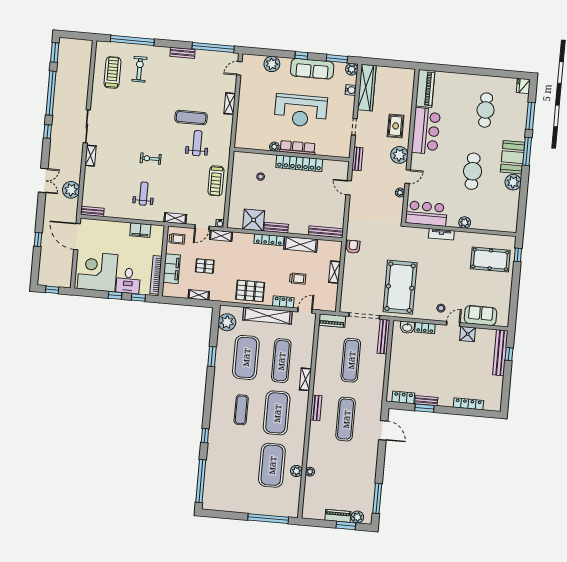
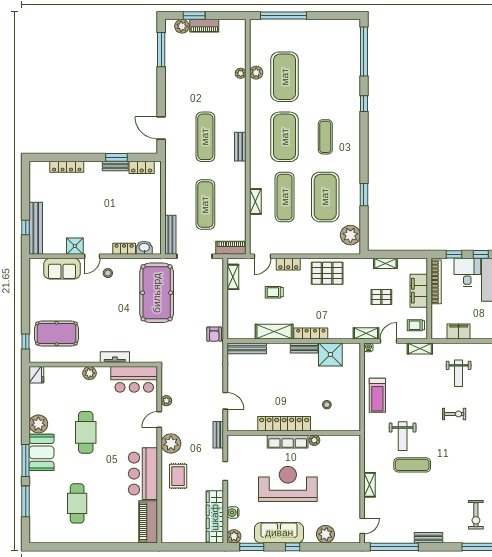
fridge: (523, 86) -> (36, 375), moved
treadmill: (216, 181) -> (377, 395), turned 180
shelving: (335, 272) -> (233, 277), moved
shelving: (268, 316) -> (305, 247), removed
shelving: (305, 379) -> (255, 202), moved

